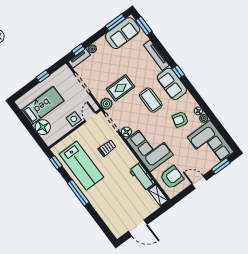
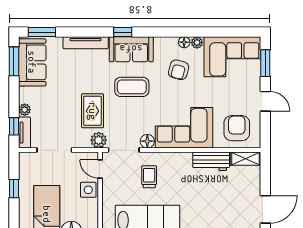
door: (199, 182) -> (265, 101), swing flipped

